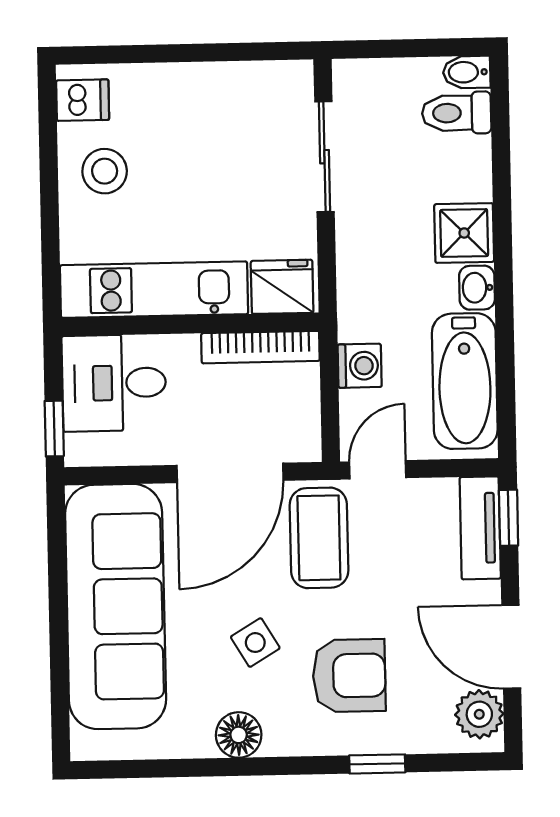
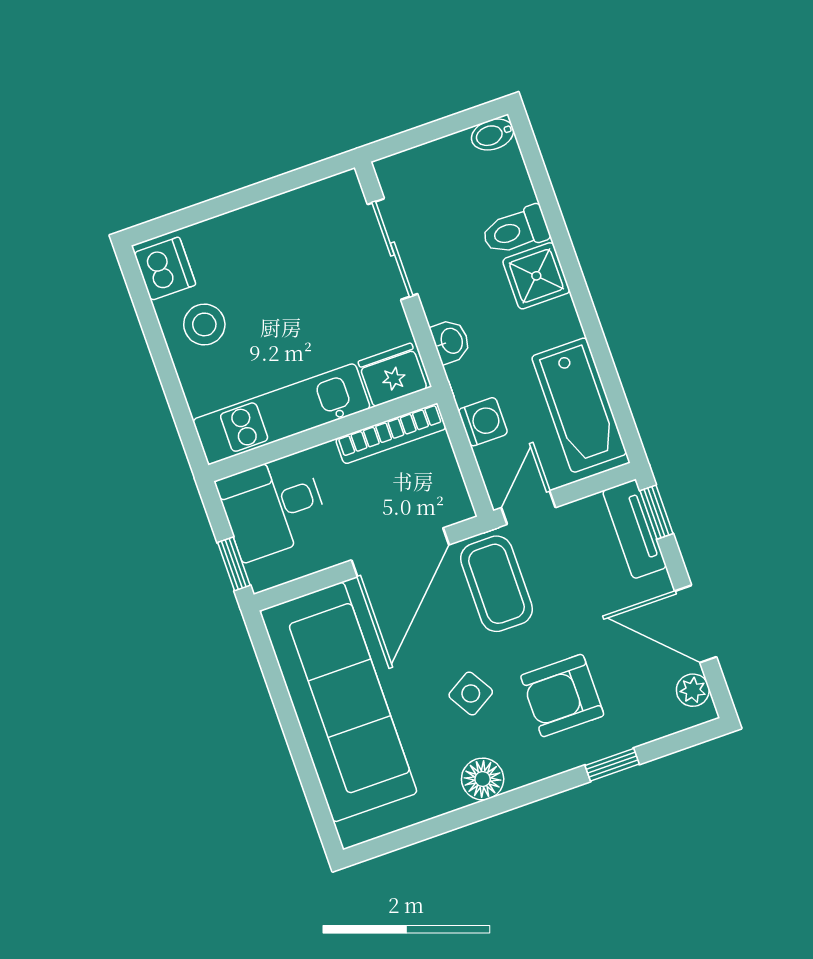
dishwasher: (83, 100) -> (165, 269), width x1.38
toilet: (457, 113) -> (516, 231), moved
washbasin: (477, 288) -> (451, 341), moved, turned 180
armchair: (349, 676) -> (562, 696), turned 180
plant: (479, 714) -> (693, 690), width x0.73, depth x0.73

